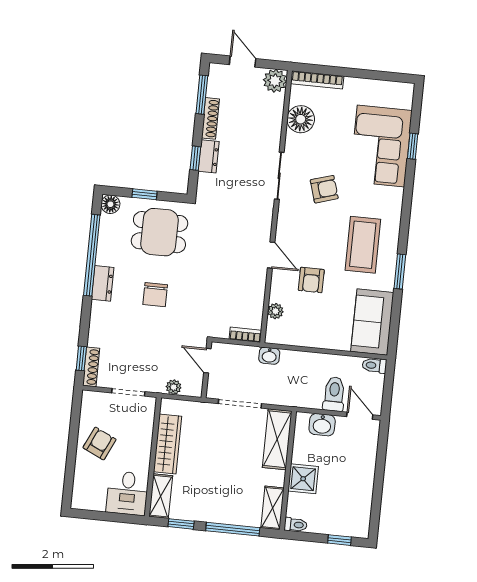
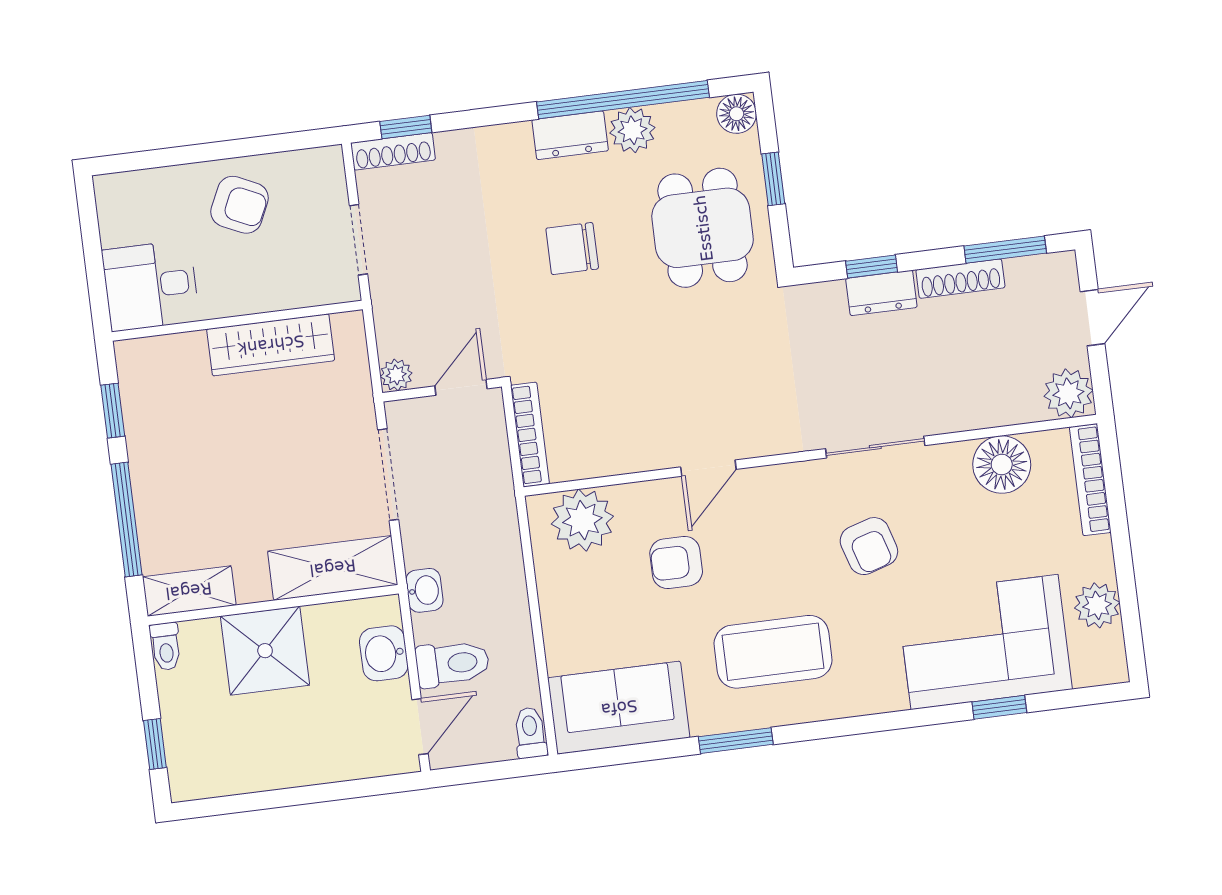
plant: (376, 90) -> (1097, 605), added
plant: (107, 254) -> (632, 130), added
plant: (275, 311) -> (582, 520), width x1.88, depth x1.88
bookcase: (245, 335) -> (530, 434), width x1.56
washbasin: (269, 356) -> (424, 590), moved, turned 180
plant: (174, 387) -> (396, 375), moved
shower: (303, 479) -> (265, 651), width x1.36, depth x1.36
shelving: (161, 496) -> (160, 355), removed

